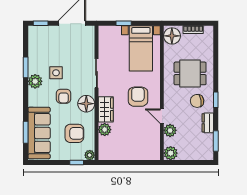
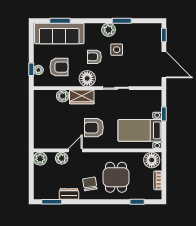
armchair: (138, 97) -> (94, 128), turned 180
window: (216, 100) -> (137, 202), moved
armchair: (74, 133) -> (59, 67), turned -90
plant: (90, 155) -> (38, 70), moved

